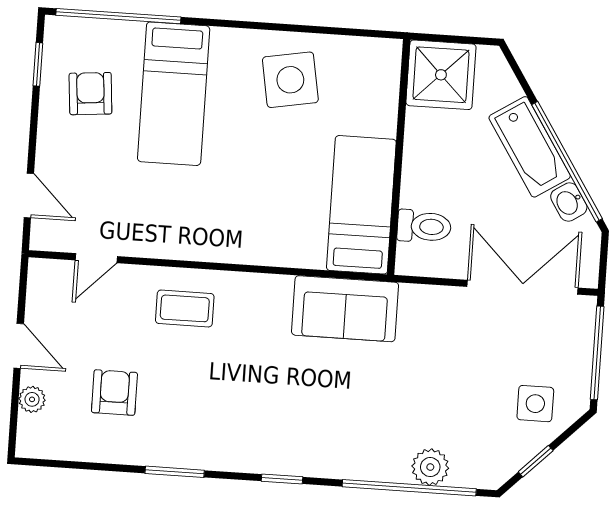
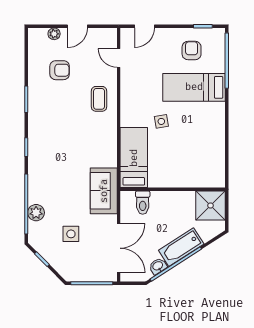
side table: (290, 80) -> (161, 121), moved, width x0.54, depth x0.54
armchair: (90, 94) -> (192, 51), turned -85
bed: (361, 205) -> (134, 158), moved, turned -90
sofa: (345, 309) -> (104, 191), moved
side table: (535, 404) -> (71, 234), moved

